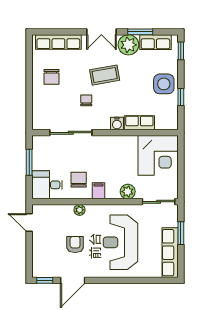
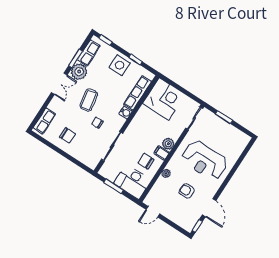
row of seats: (58, 42) -> (44, 121), width x0.68
row of seats: (139, 123) -> (138, 93), width x1.48
desk: (47, 185) -> (132, 182), width x1.37
plant: (128, 192) -> (168, 144), moved
row of seats: (170, 253) -> (232, 132), removed

